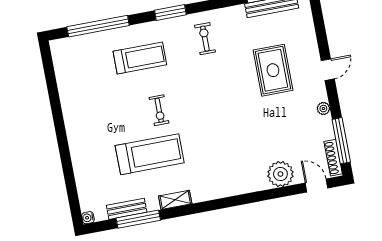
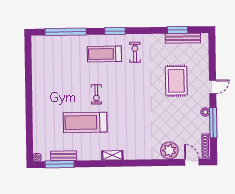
treadmill: (140, 58) -> (104, 54), moved, turned 180
window: (341, 141) -> (213, 123), moved
treadmill: (150, 154) -> (85, 122), turned 180
shelving: (175, 200) -> (112, 155), moved
window: (138, 219) -> (60, 164), moved

